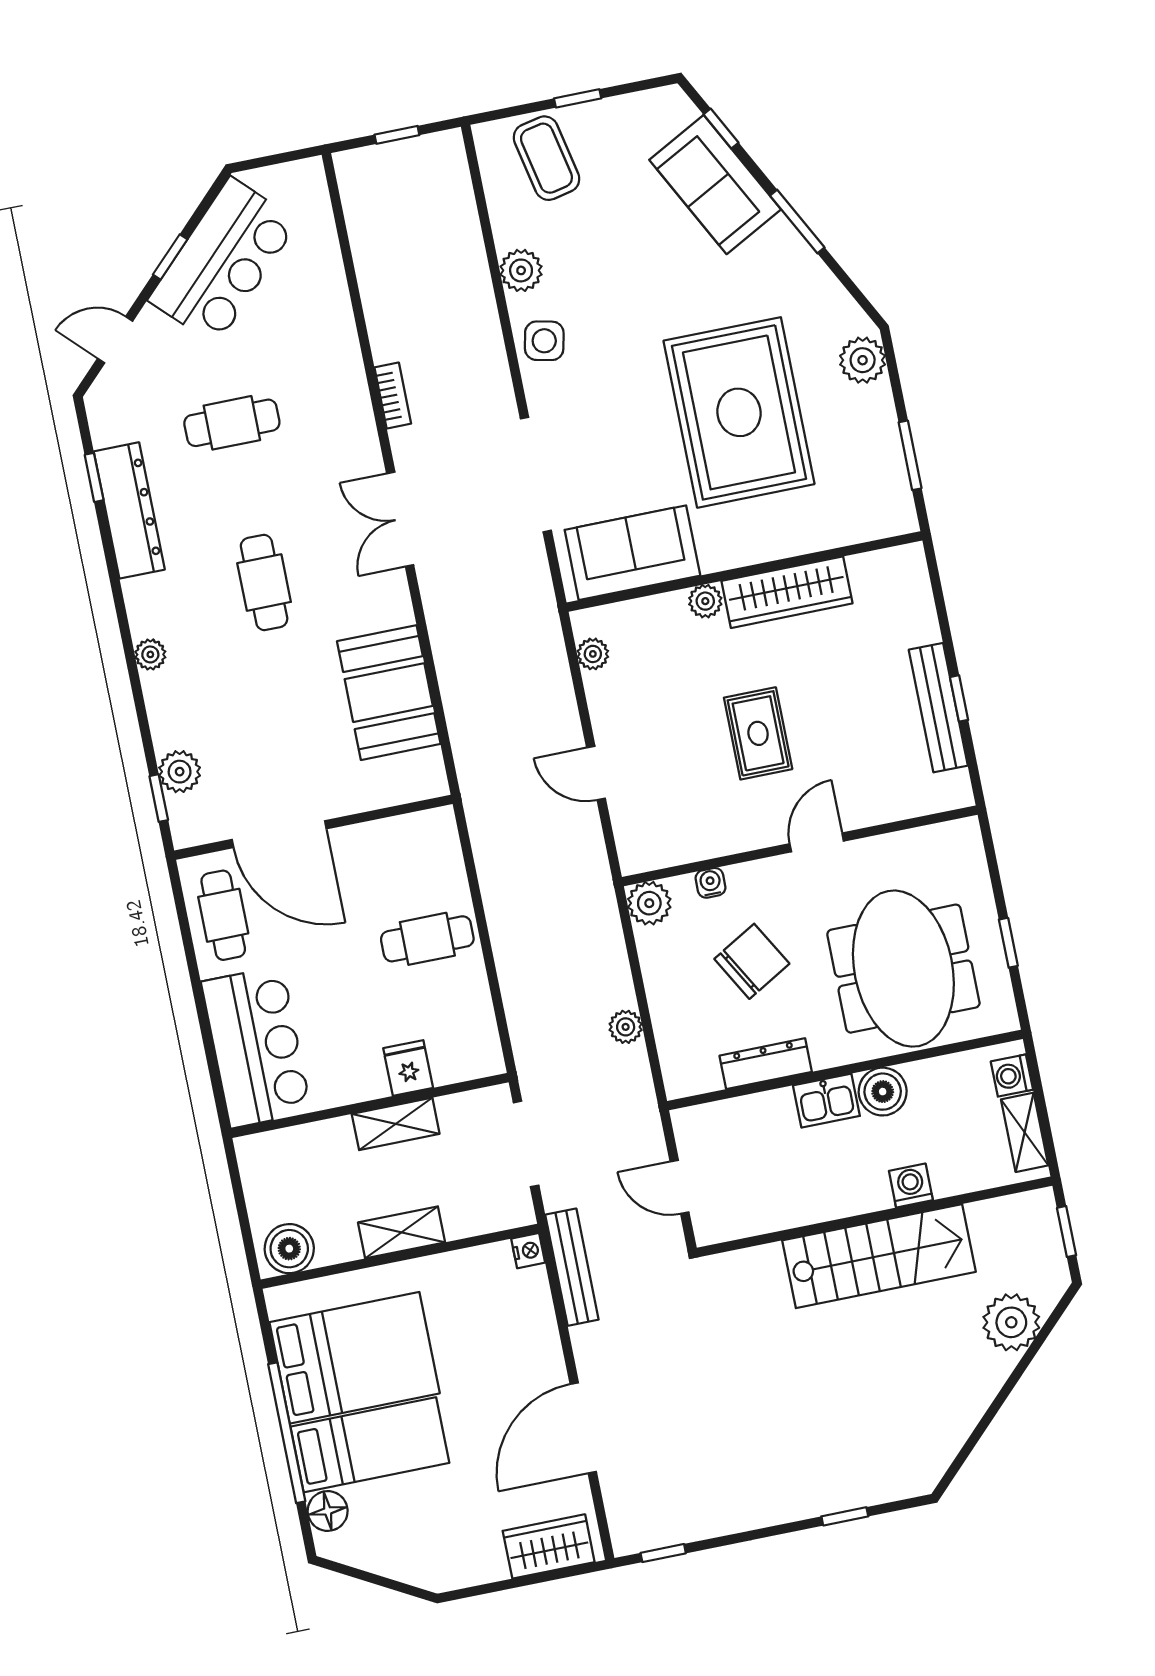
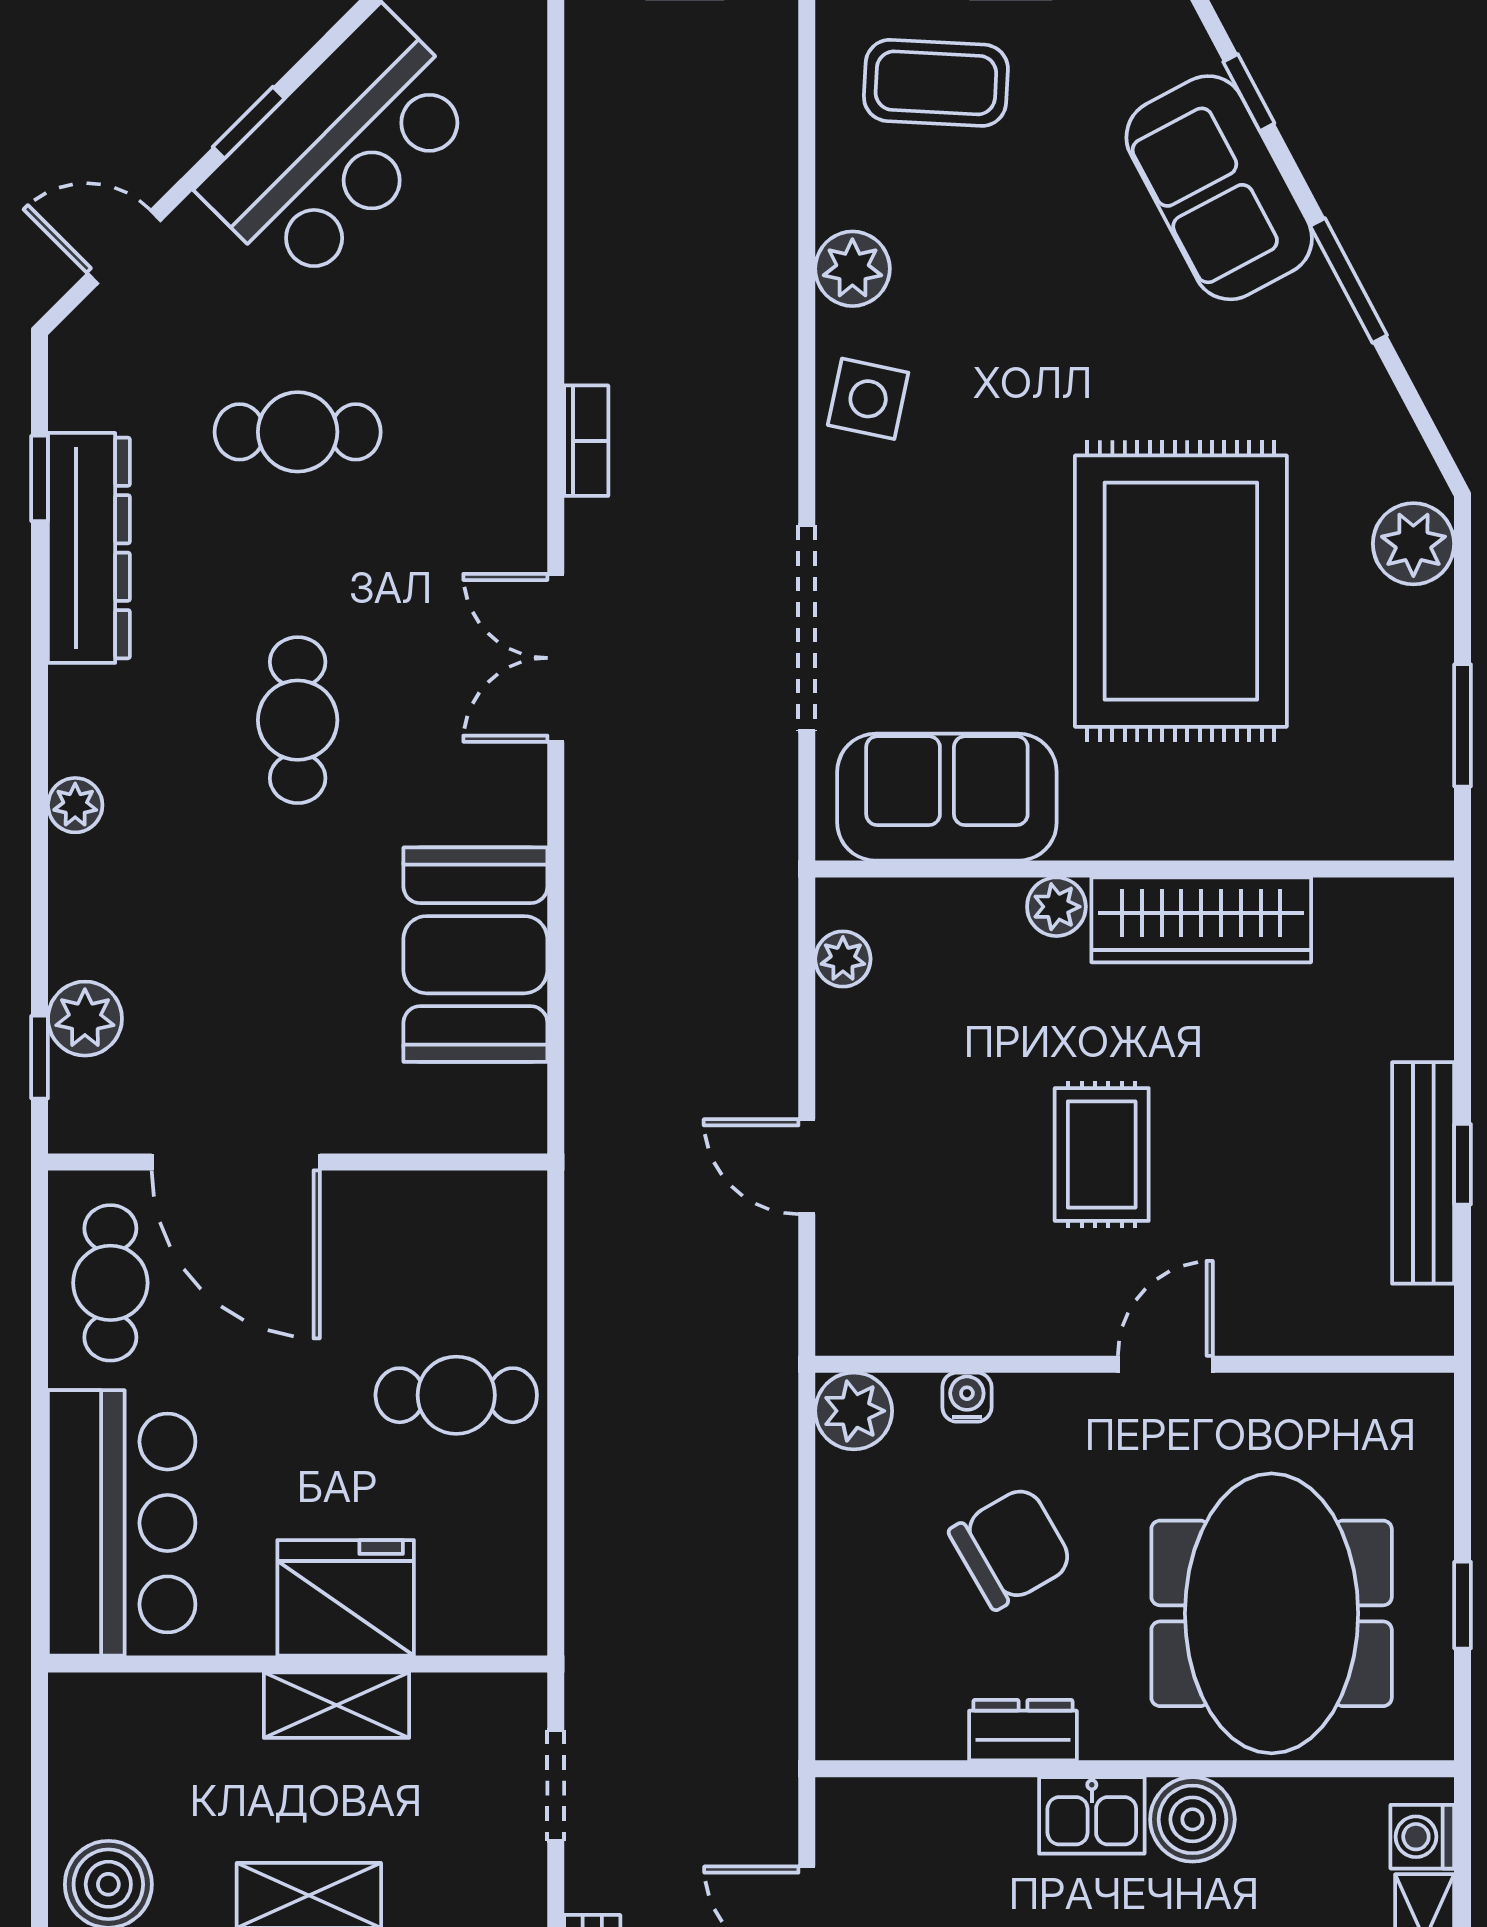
coffee table: (546, 158) -> (936, 83), turned -75
plant: (626, 1027) -> (769, 1617), removed
dresser: (766, 1064) -> (1023, 1730), width x0.70
fridge: (408, 1068) -> (346, 1598), width x1.88, depth x1.34
doorway: (526, 1144) -> (556, 1785), width x0.73

